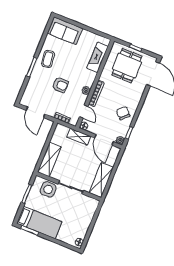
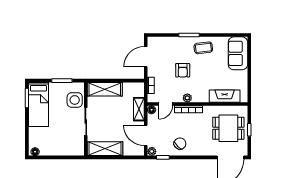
door: (104, 140) -> (146, 135), hinge flipped

